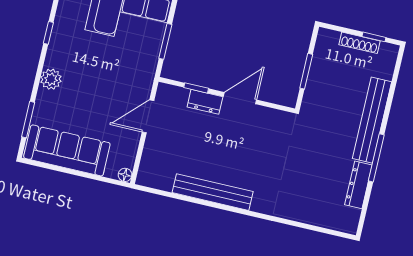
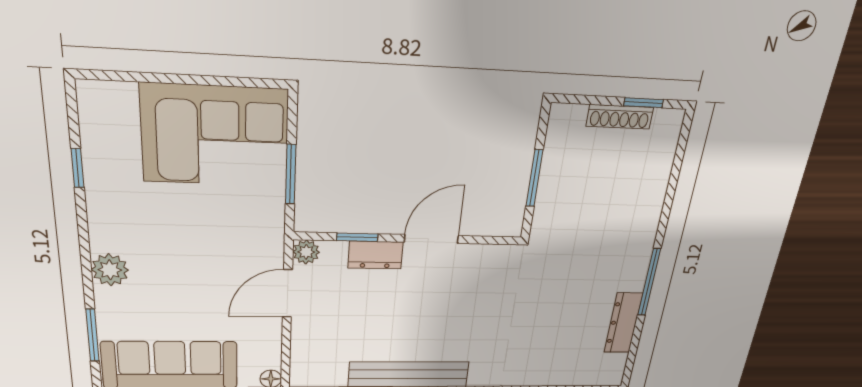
window: (48, 33) -> (78, 168), moved
plant: (164, 91) -> (306, 252), added
bench: (372, 120) -> (642, 231), removed

